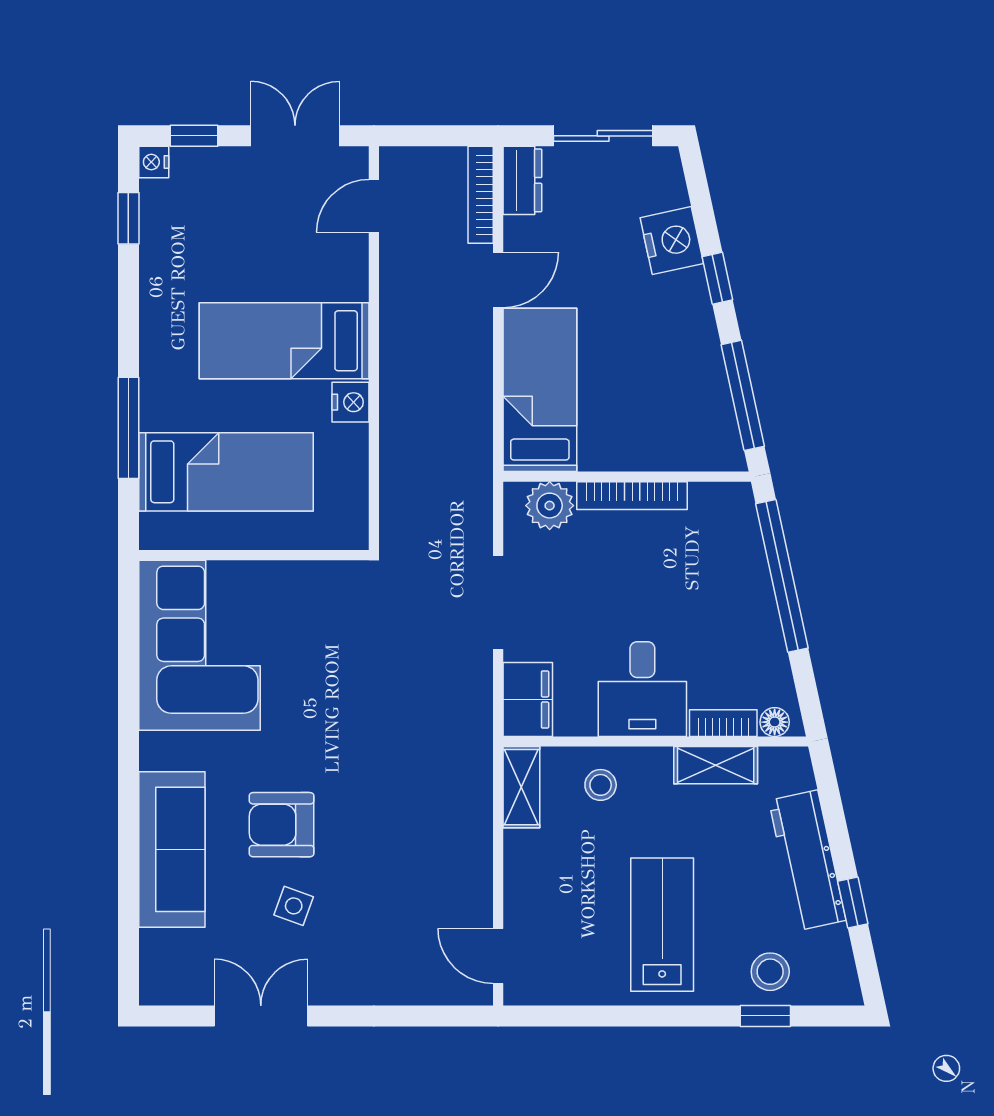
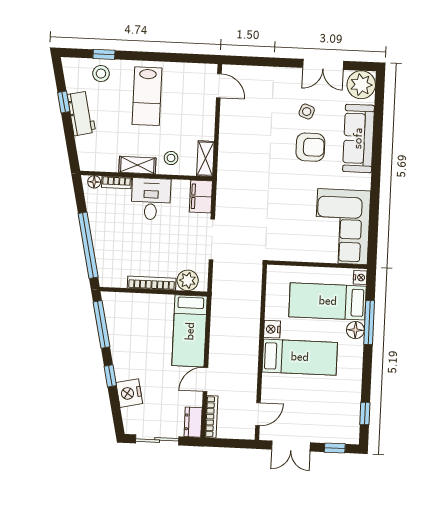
nightstand: (154, 162) -> (360, 278), moved
floor lamp: (159, 409) -> (355, 330), added
shelving: (716, 765) -> (137, 165), moved
workbench: (807, 860) -> (81, 113), width x0.73
plant: (171, 973) -> (361, 85), added

